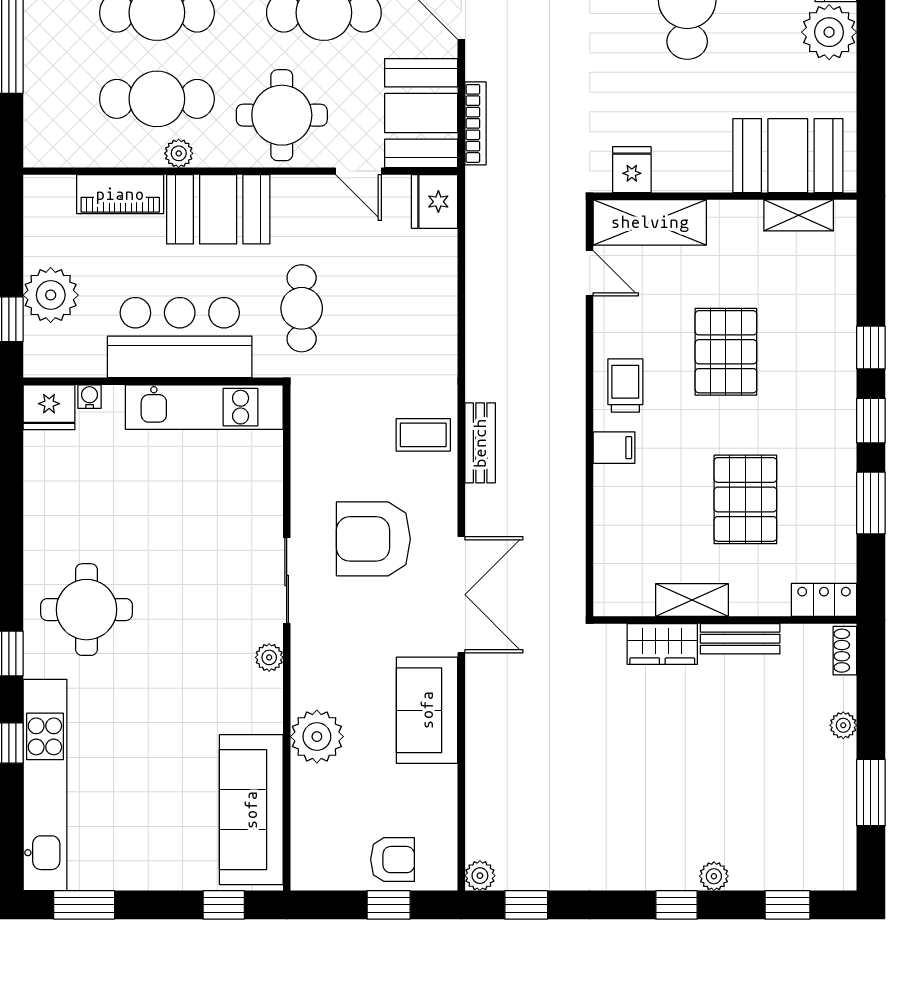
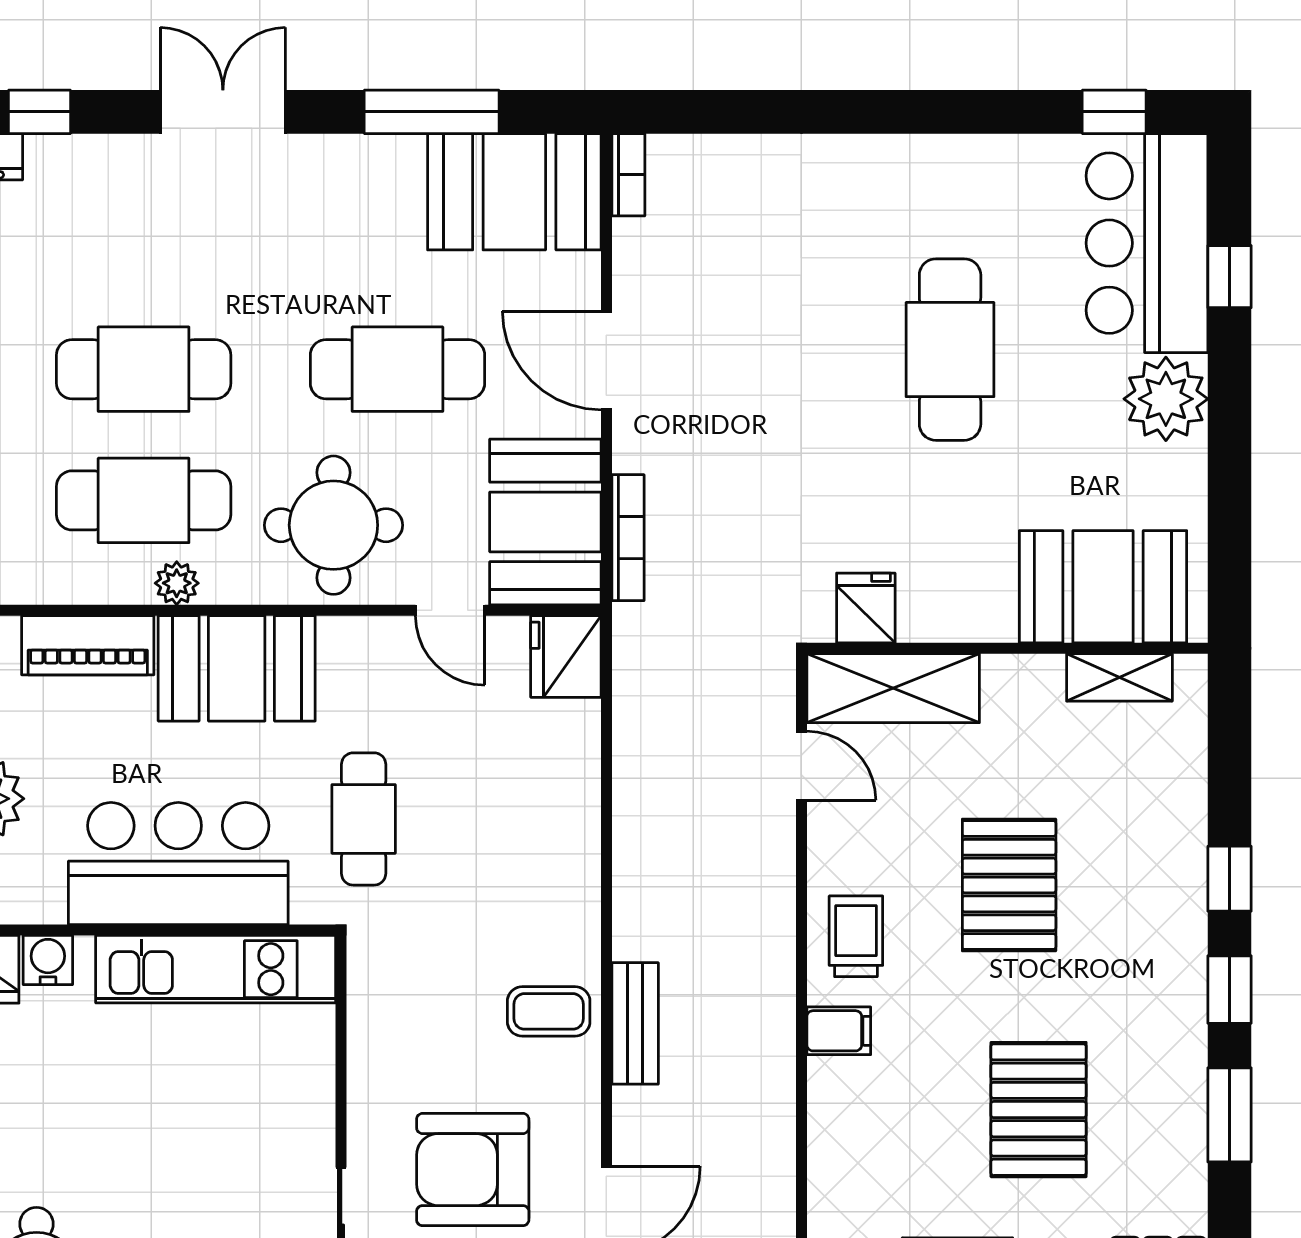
water cooler: (90, 397) -> (48, 960), width x1.38, depth x1.38

